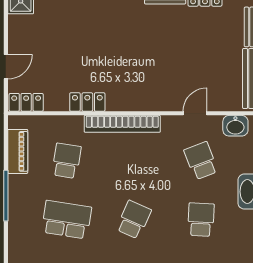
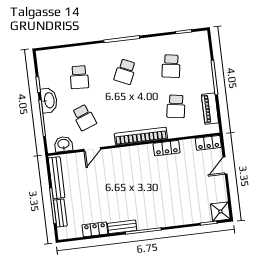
school desk: (67, 220) -> (171, 66), width x0.54

